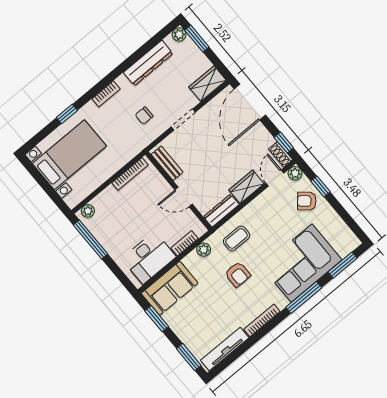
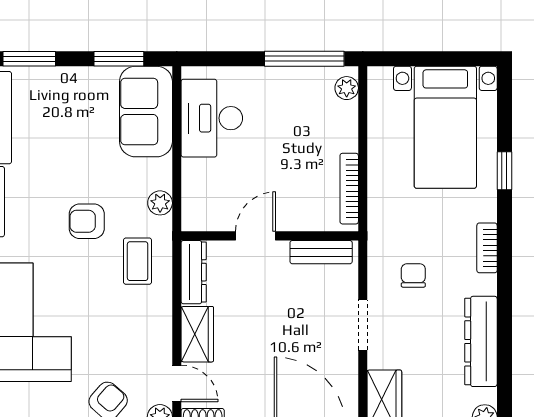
bookcase: (185, 243) -> (191, 184), removed

